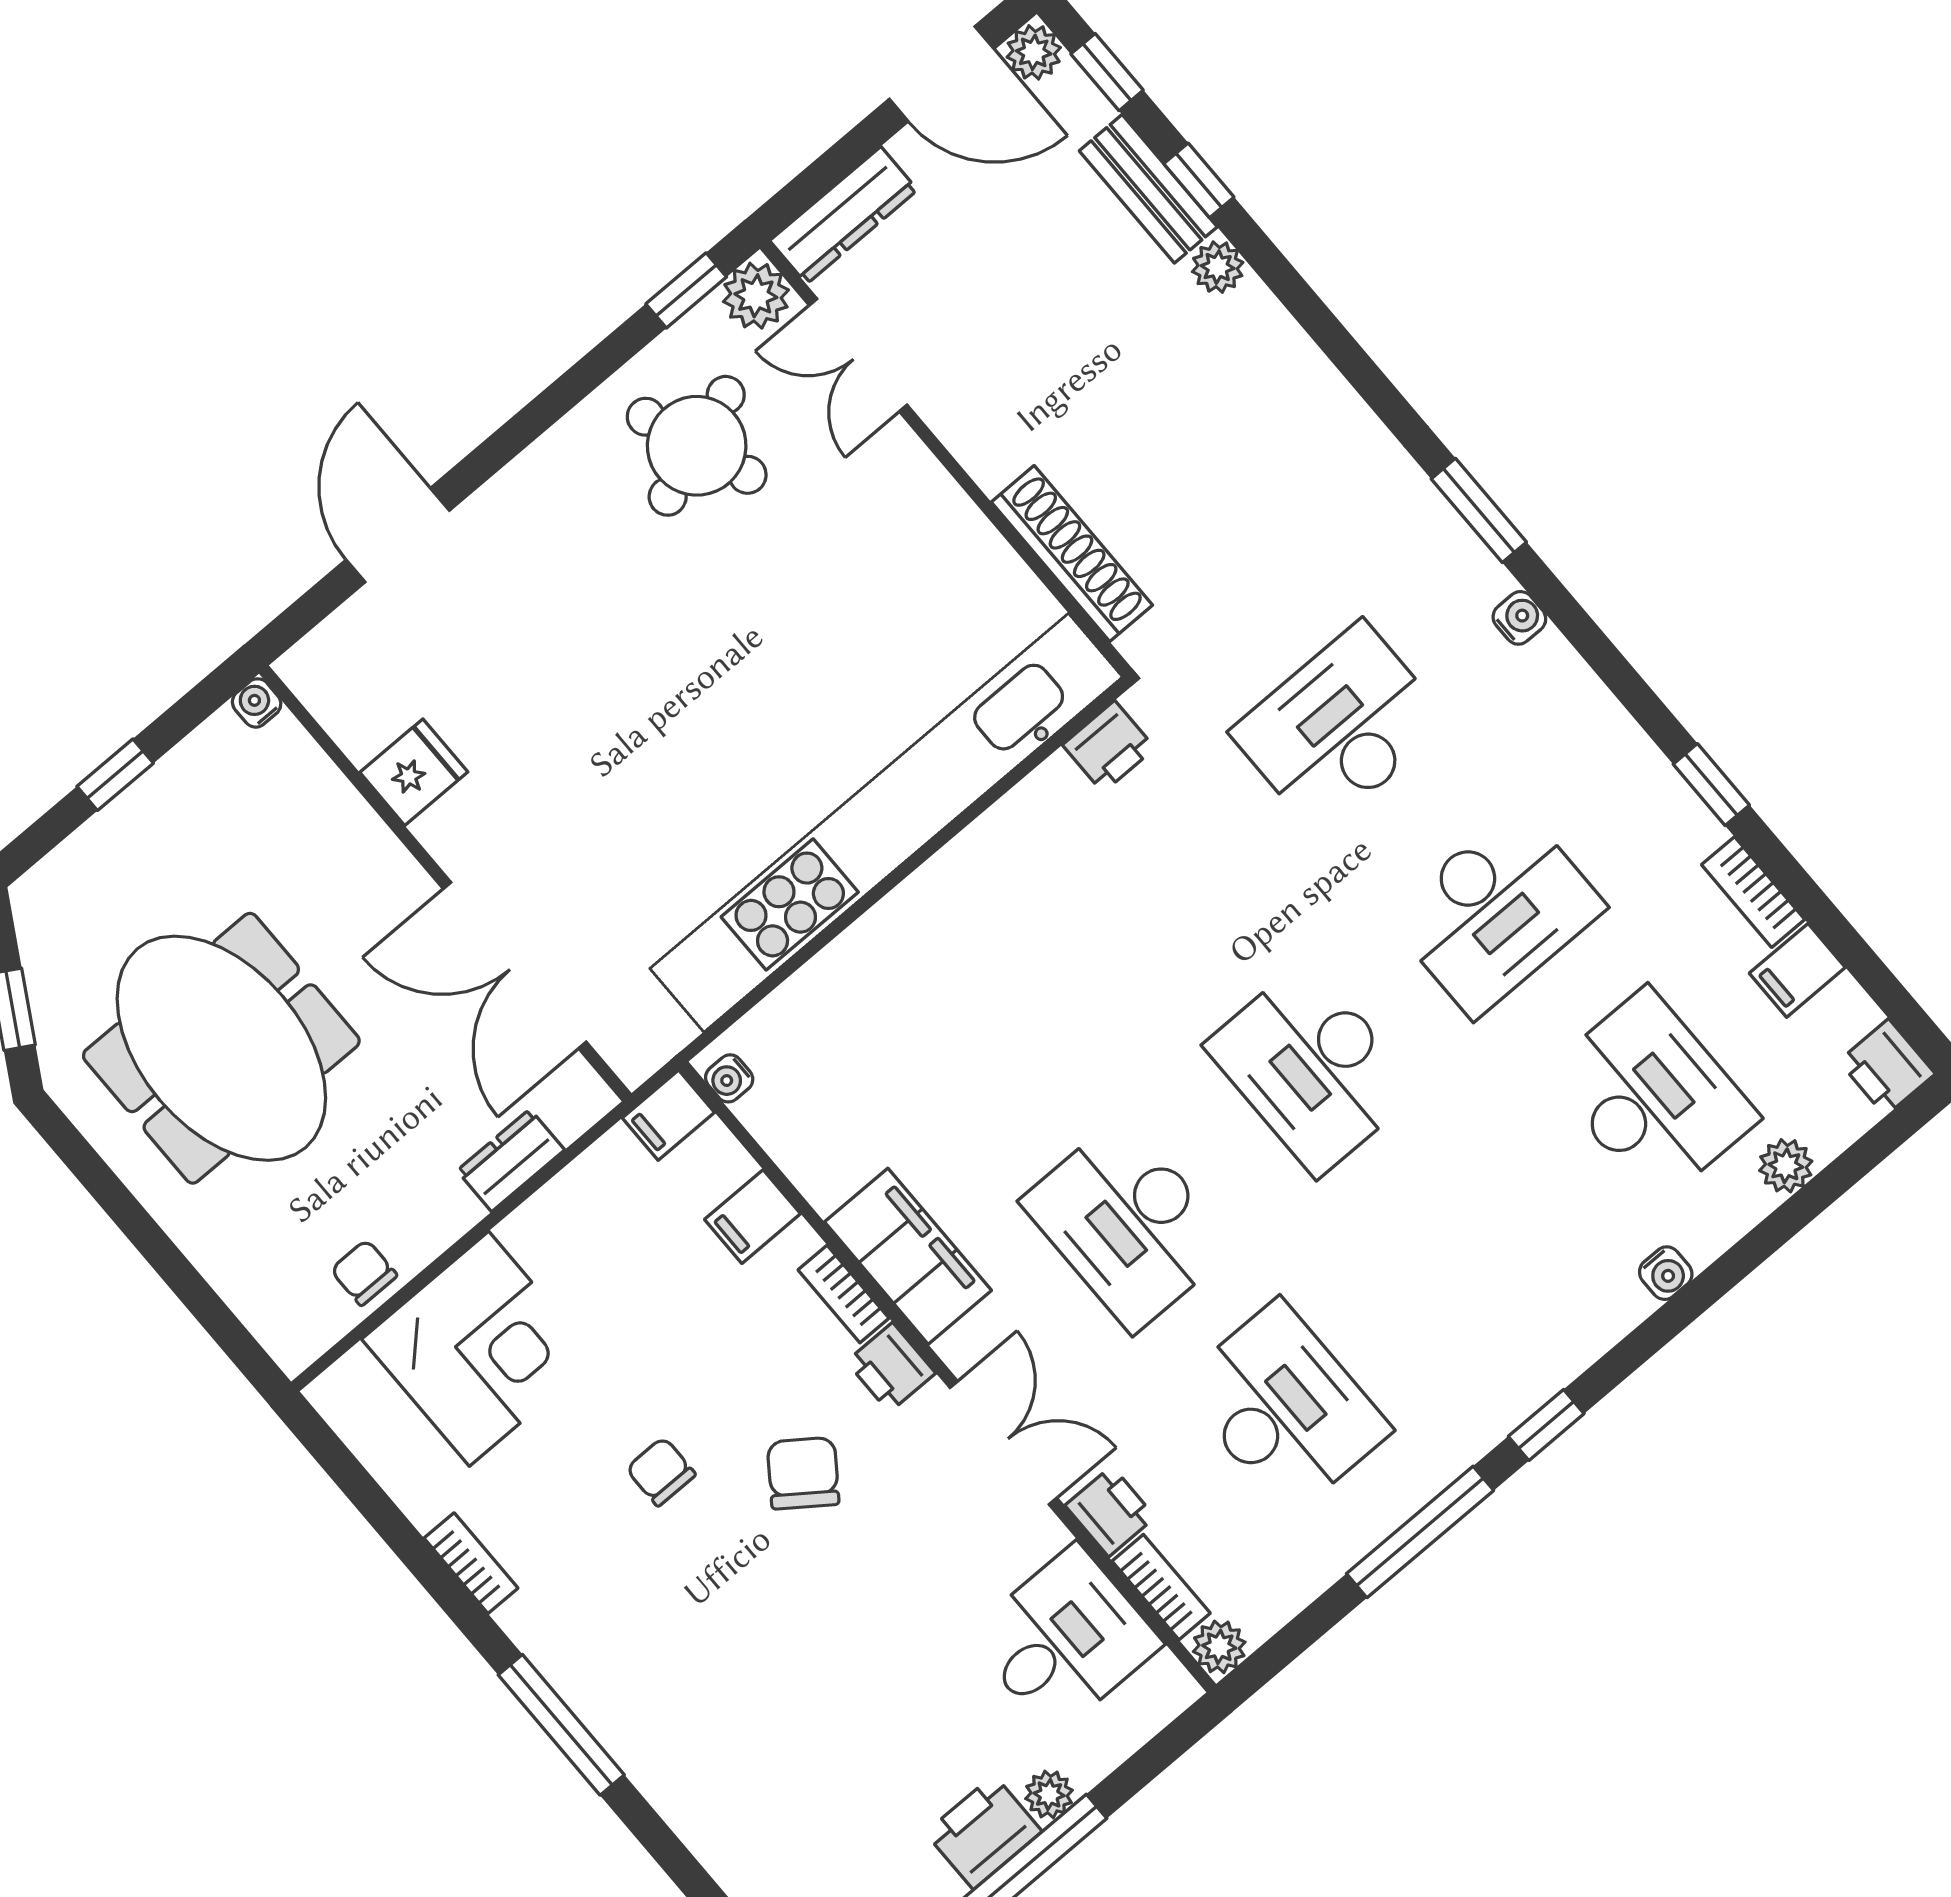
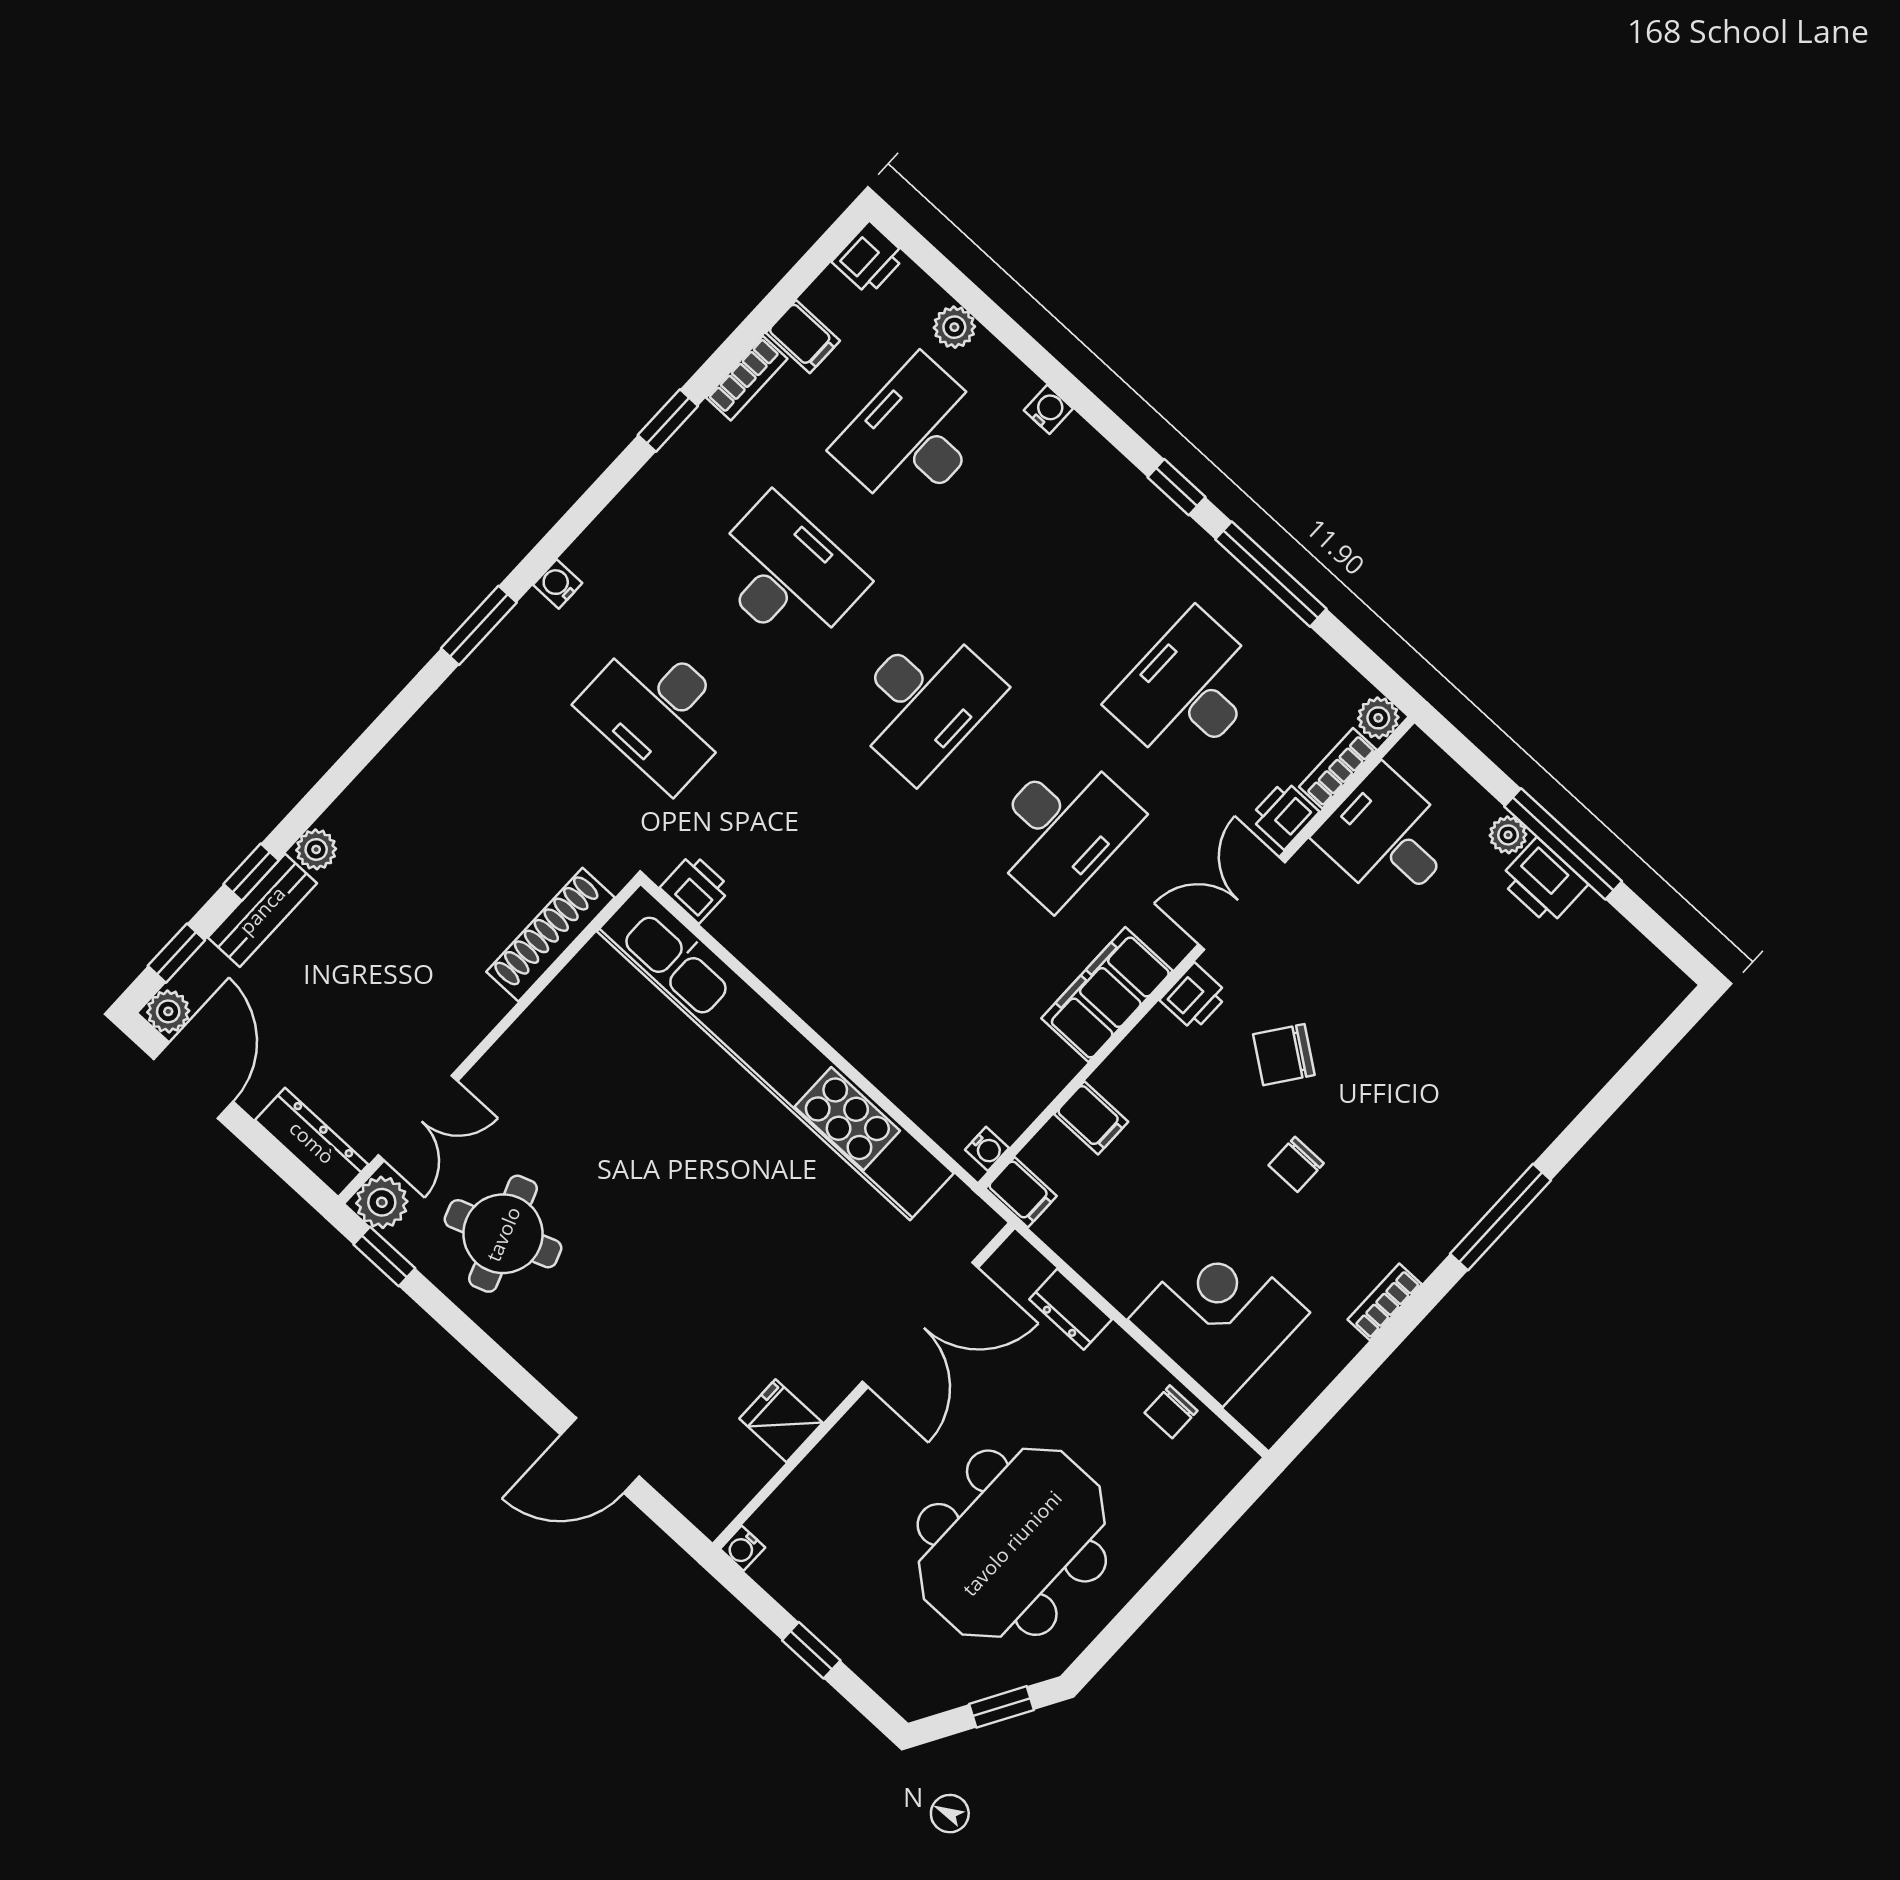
bookcase: (844, 1294) -> (1142, 1040), removed

